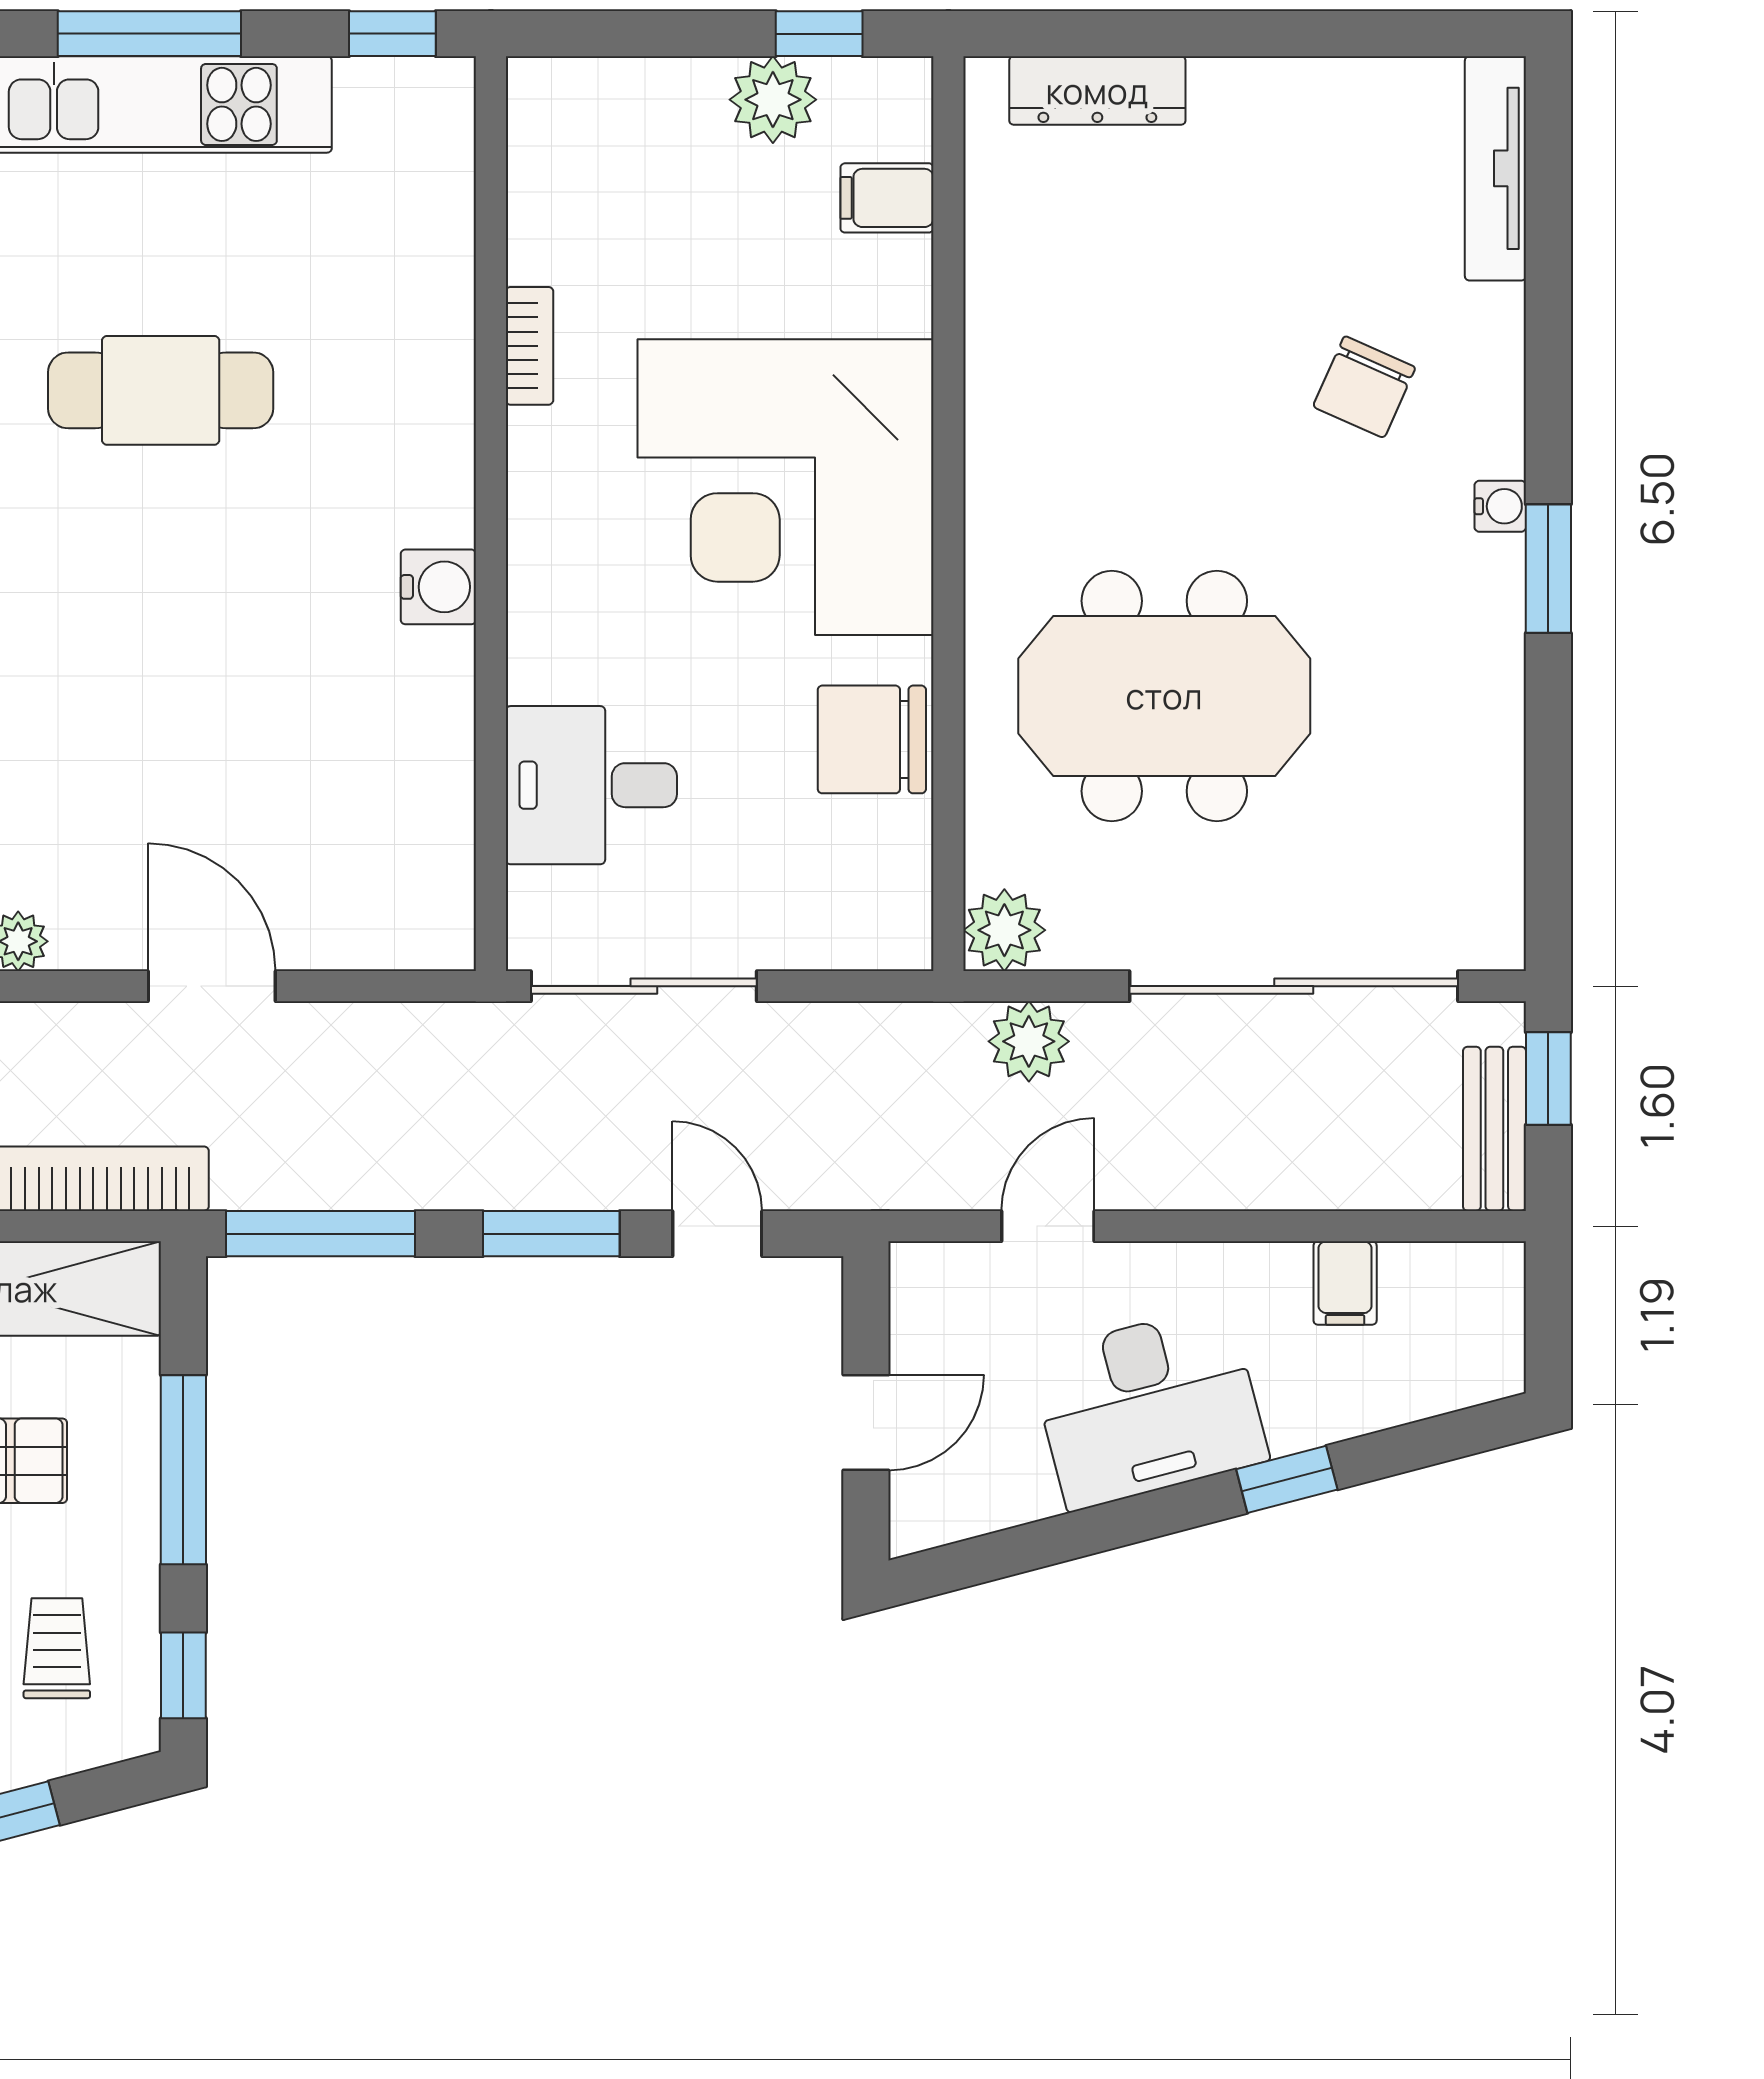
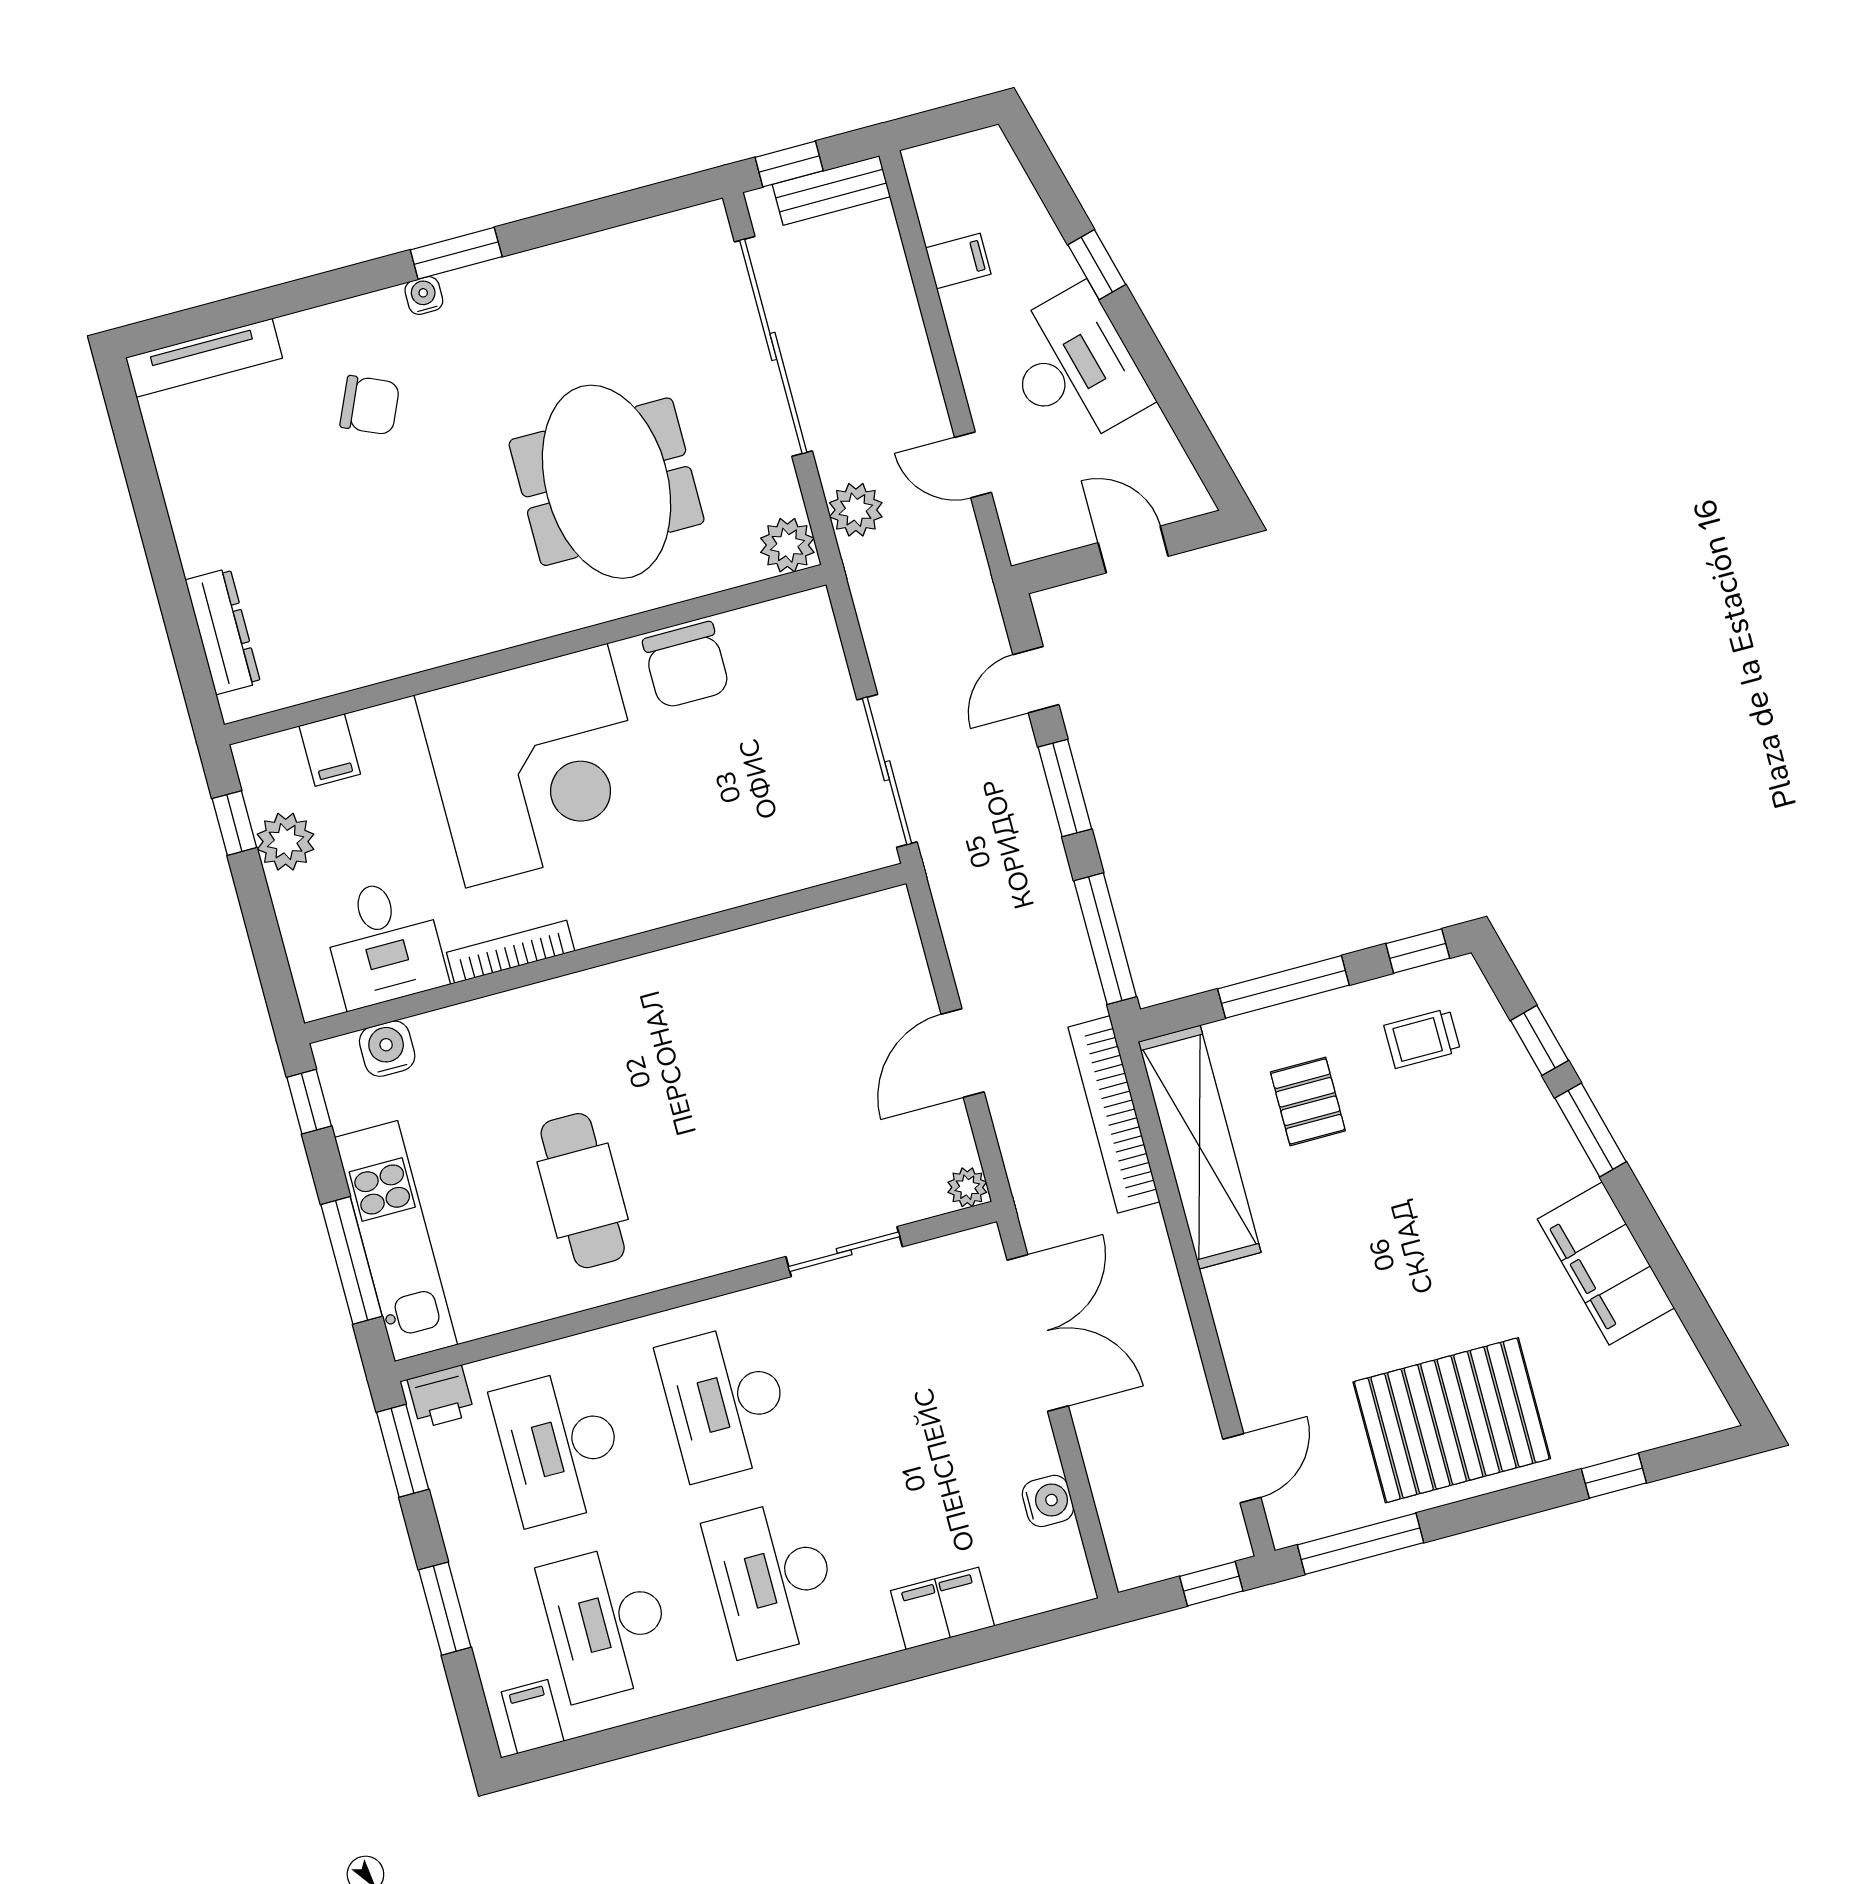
bookcase: (529, 346) -> (511, 952), width x1.56
water cooler: (438, 587) -> (387, 1049), moved
desk: (591, 785) -> (384, 942), moved

